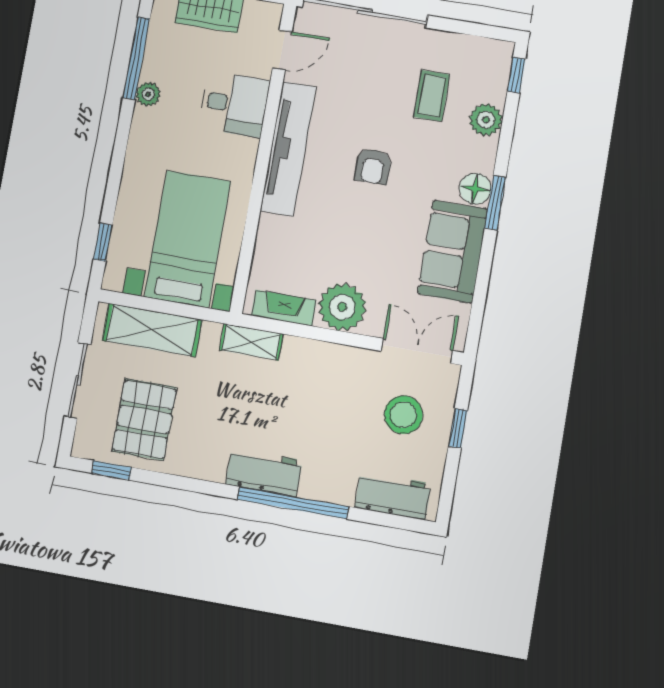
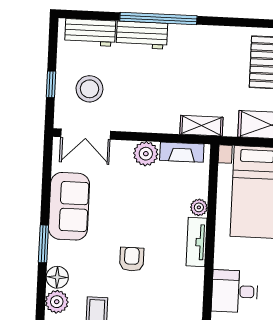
tv unit: (288, 149) -> (196, 242), width x0.52, depth x0.78
floor lamp: (475, 189) -> (57, 277), moved
plant: (269, 227) -> (199, 207), added
plant: (342, 307) -> (146, 154), width x0.73, depth x0.73
workbench: (264, 472) -> (142, 35), moved

